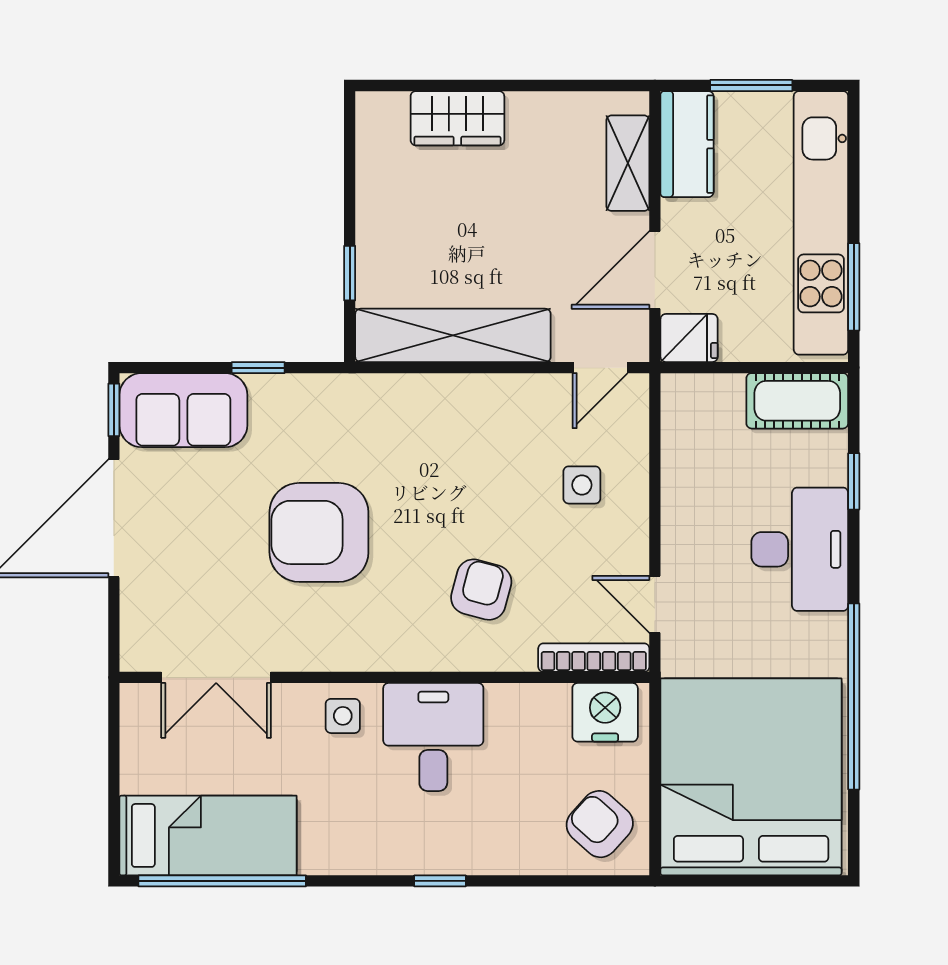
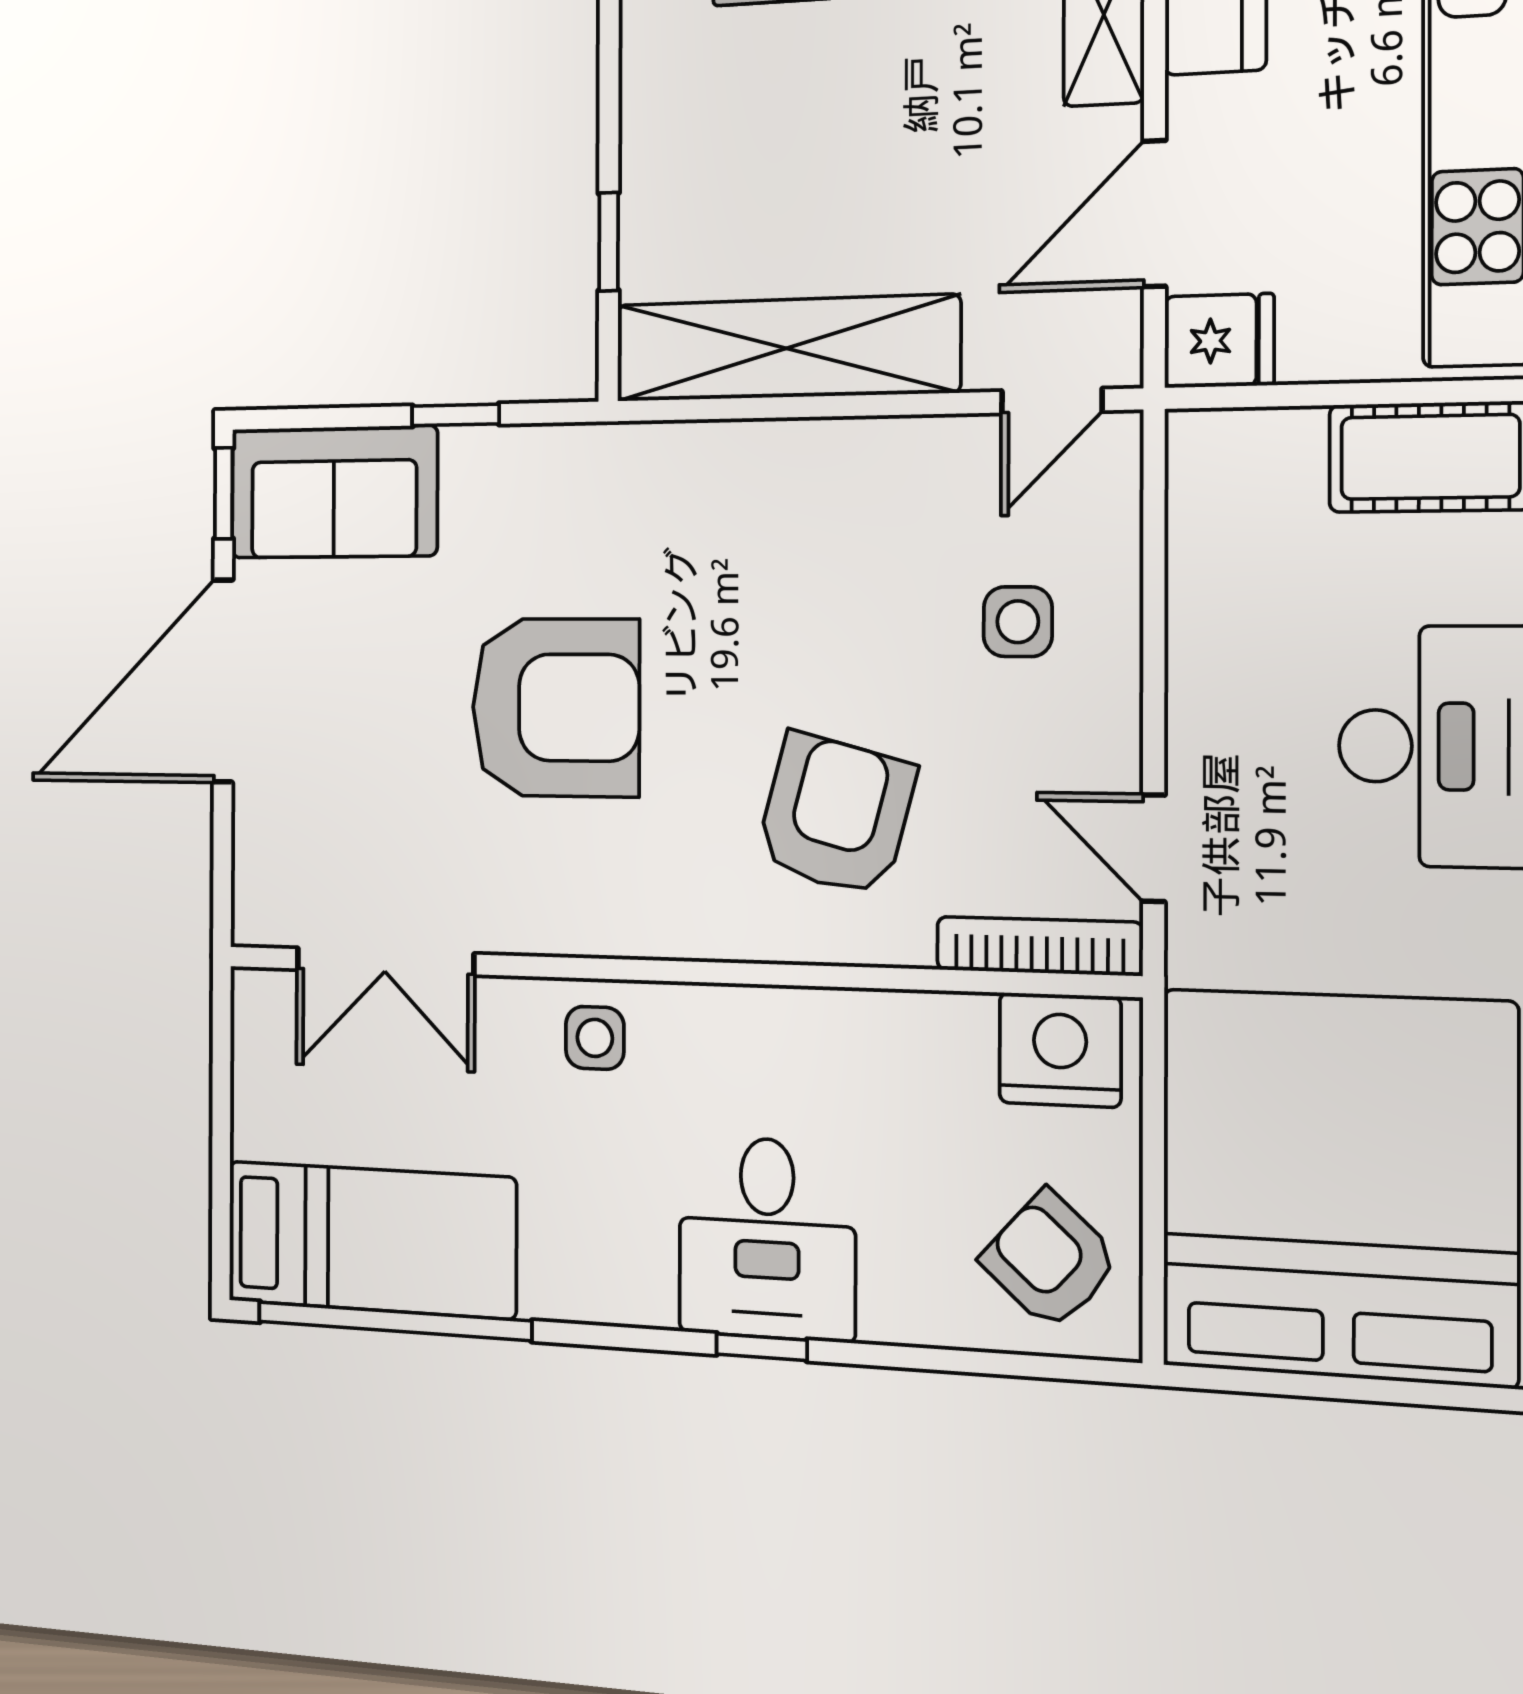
armchair: (319, 532) -> (556, 708), turned 180
armchair: (481, 590) -> (836, 815), width x1.38, depth x1.38
desk: (433, 737) -> (767, 1238), moved, turned 180

